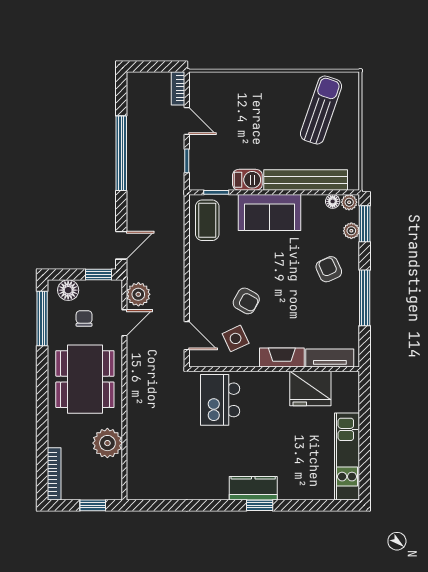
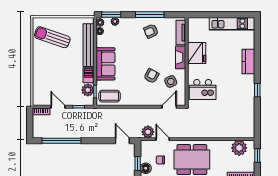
door: (187, 121) -> (58, 107), hinge flipped
window: (121, 153) -> (62, 141), moved
plant: (219, 178) -> (88, 90), added
armchair: (329, 269) -> (151, 31), moved
window: (99, 275) -> (138, 164), moved
fridge: (310, 389) -> (197, 53), moved
plant: (107, 443) -> (239, 148), moved
kitchen counter: (253, 488) -> (248, 61), moved
window: (260, 505) -> (257, 90), moved

